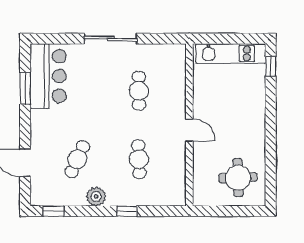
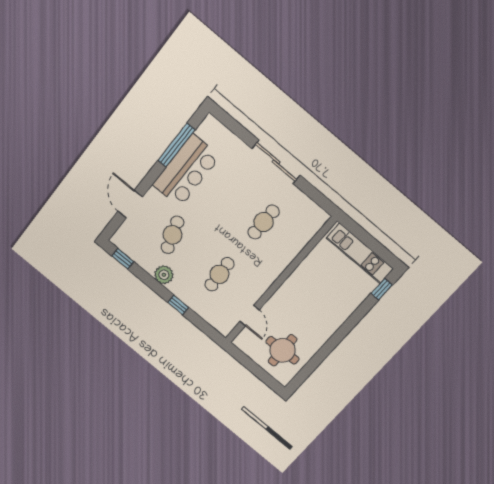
bar counter: (48, 76) -> (186, 171), moved
window: (25, 88) -> (176, 145), width x1.44
door: (189, 130) -> (250, 316), moved
cafe table: (77, 159) -> (172, 235), turned -42

